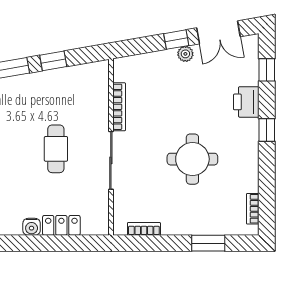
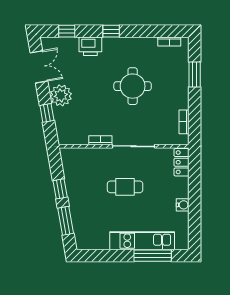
window: (176, 40) -> (47, 113), moved
plant: (185, 54) -> (61, 95), width x1.88, depth x1.88
bookcase: (119, 107) -> (100, 140), width x0.64
locker: (61, 225) -> (182, 162), moved

